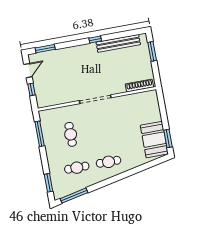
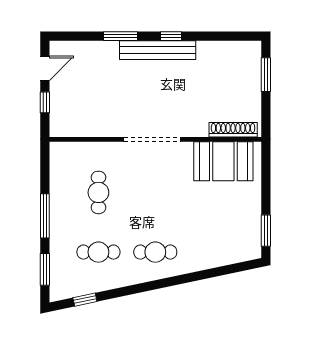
bench: (118, 43) -> (158, 50), moved
window: (45, 49) -> (120, 36), moved
window: (40, 134) -> (45, 216), moved
booth: (154, 140) -> (223, 161), moved, turned 90
window: (74, 196) -> (85, 300), width x0.46

